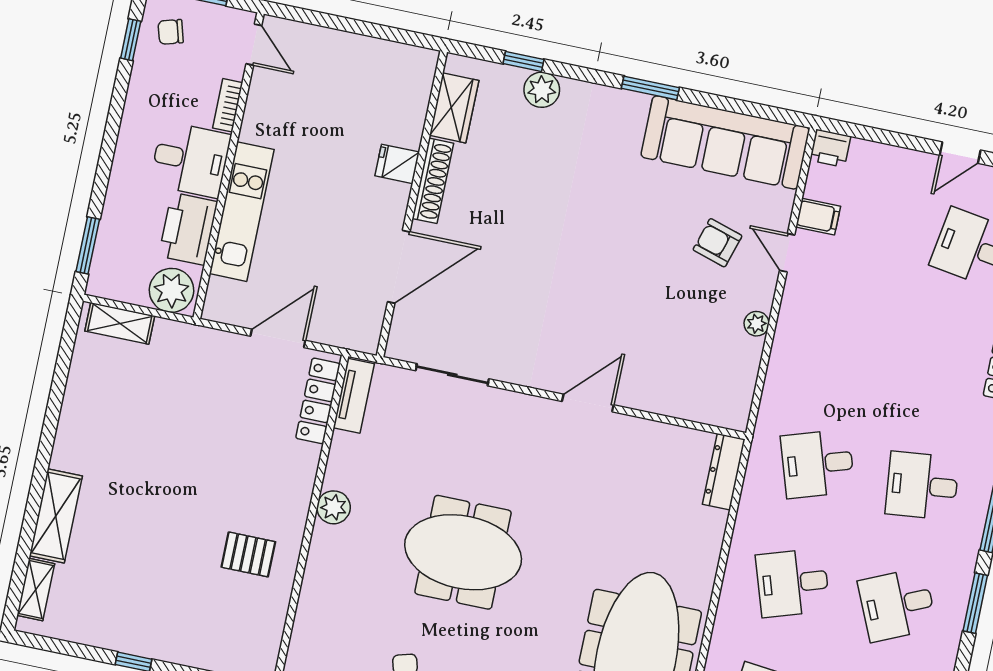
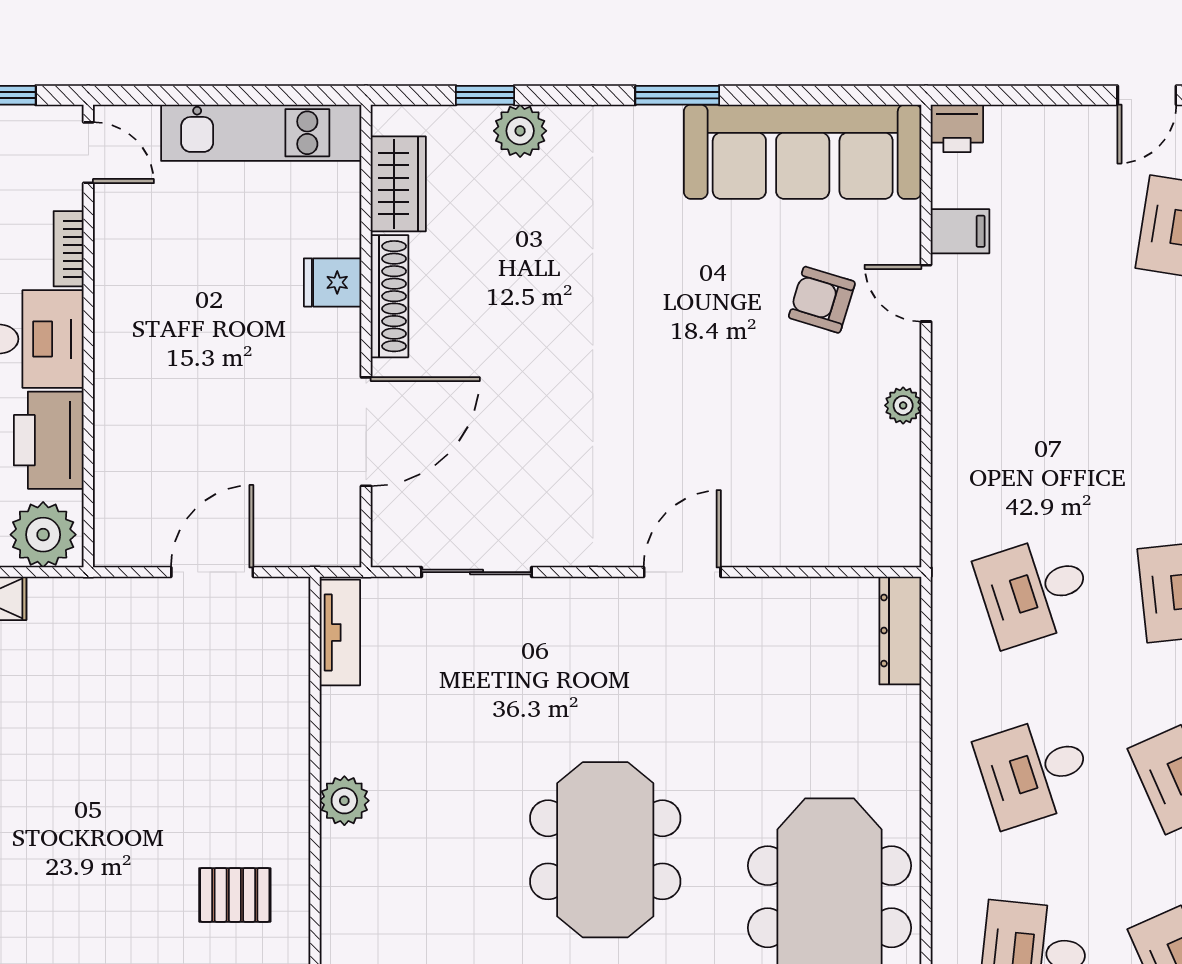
kitchen unit: (242, 212) -> (261, 133), moved, turned 90
locker: (318, 401) -> (289, 651), removed
meeting table: (463, 552) -> (605, 850), moved, turned 90

